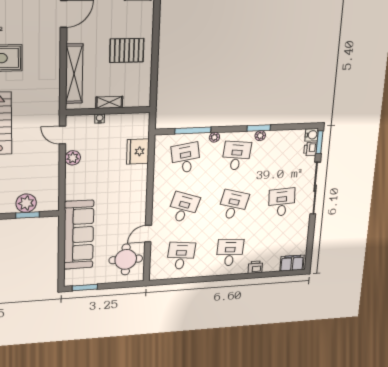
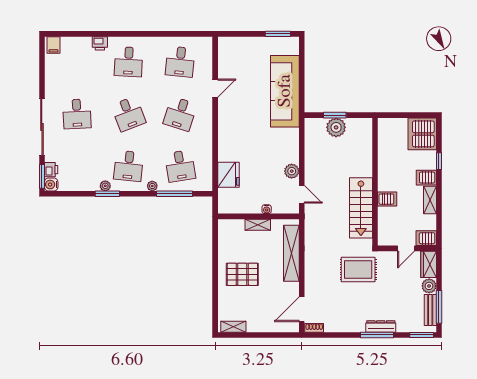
desk: (233, 205) -> (129, 114), turned -36
round table: (126, 259) -> (237, 62), removed
filing cabinet: (292, 263) -> (54, 45), width x0.50

